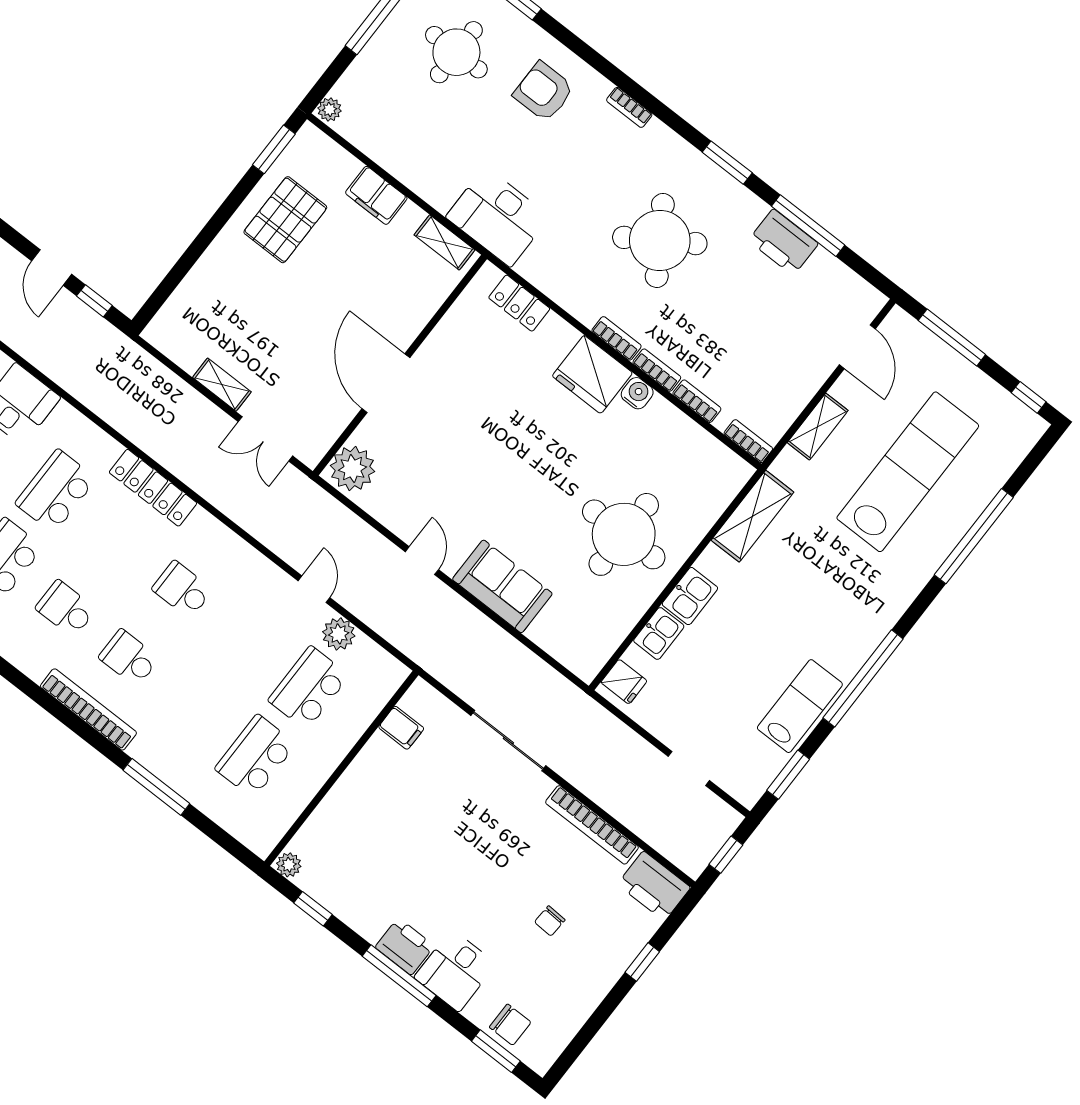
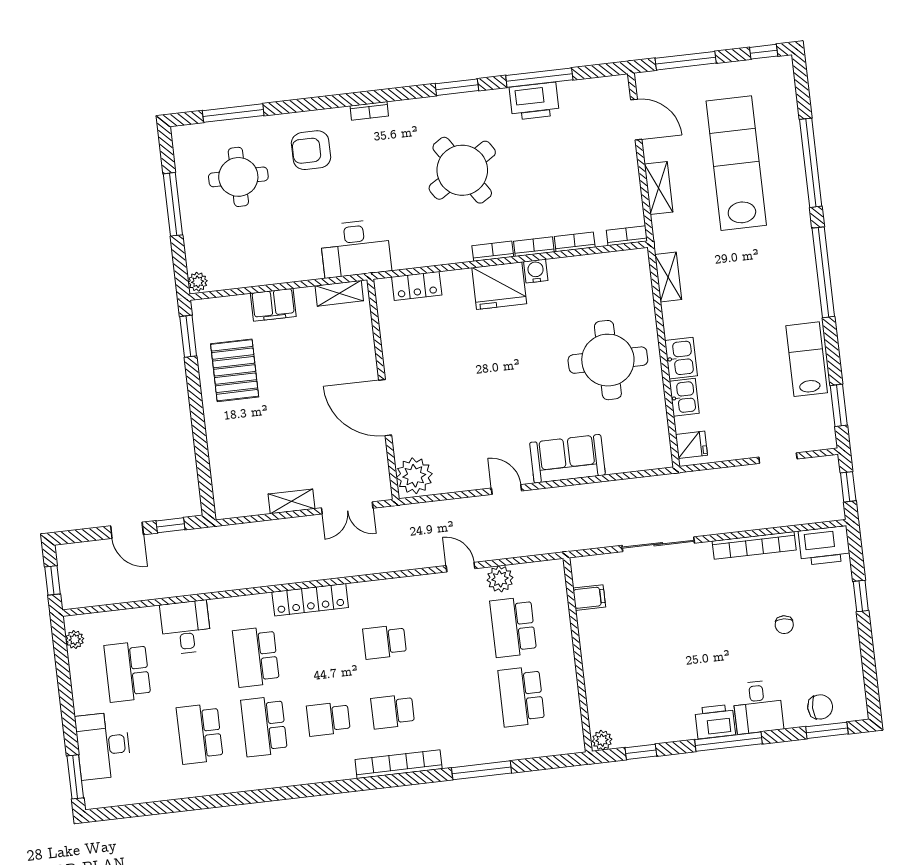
shelving: (753, 516) -> (668, 277), width x0.67, depth x0.75
window: (863, 678) -> (823, 272), moved

